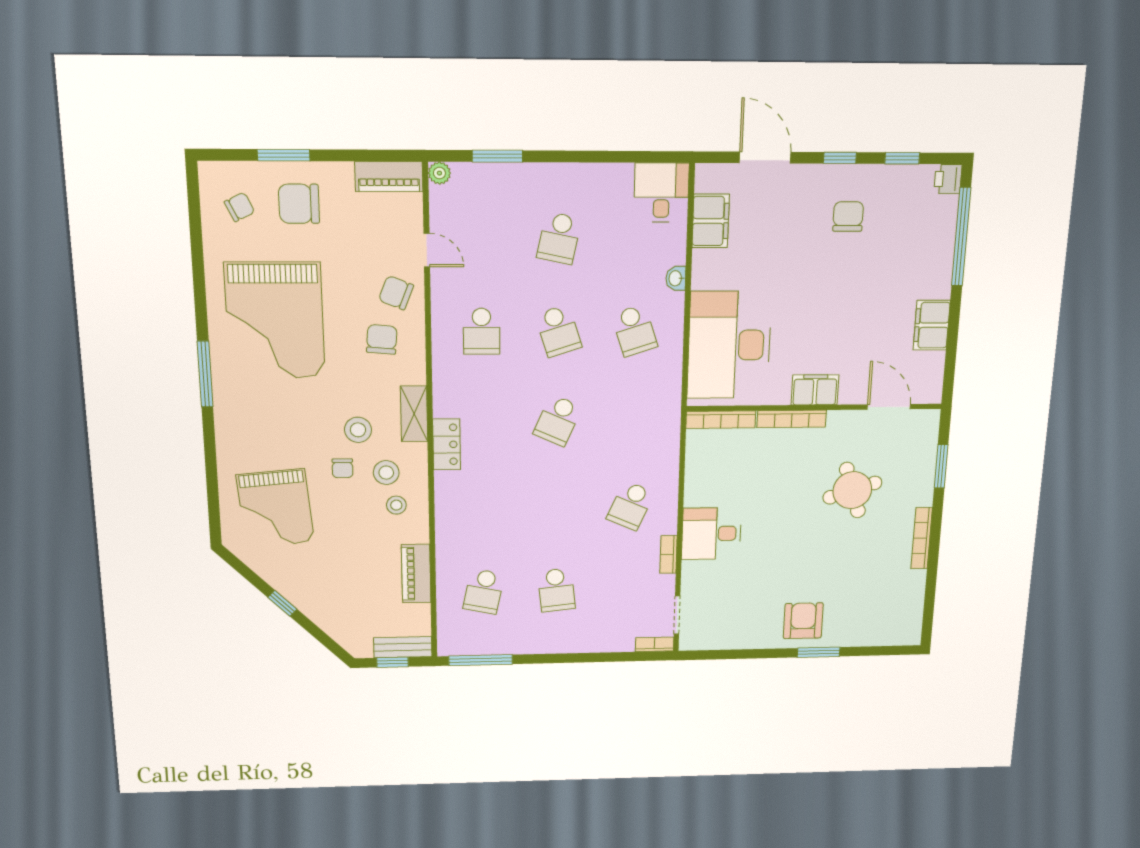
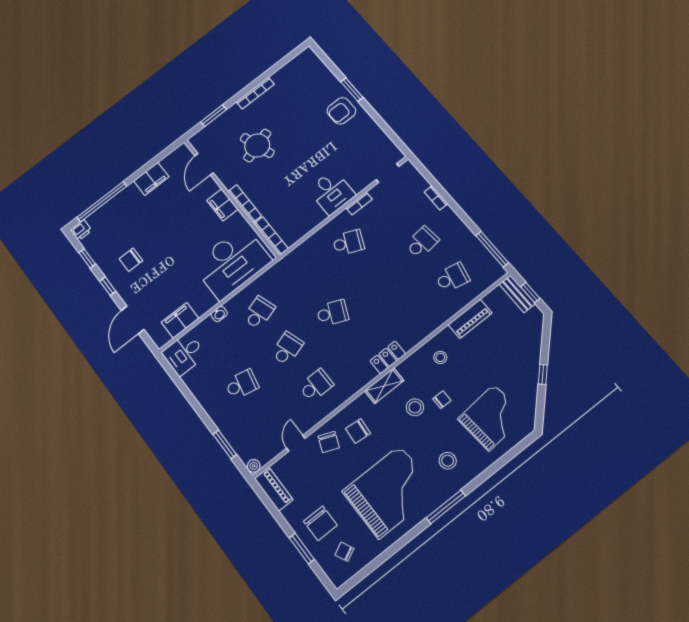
stool: (386, 473) -> (448, 461), moved
bookcase: (655, 644) -> (436, 198), moved

